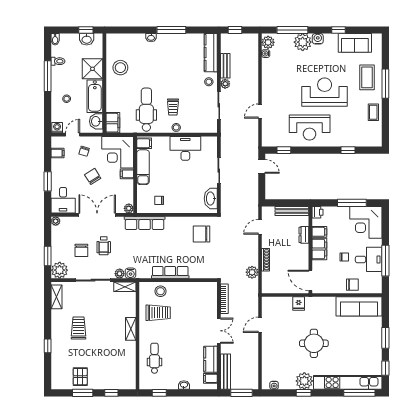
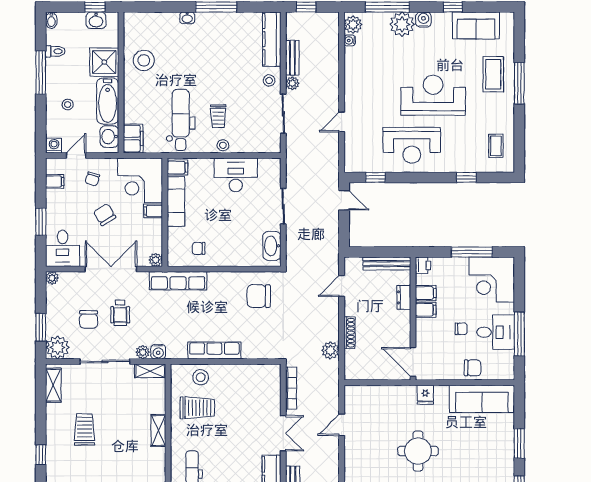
coffee table: (373, 112) -> (496, 146), moved
filing cabinet: (319, 249) -> (426, 310), width x0.50
fridge: (299, 304) -> (425, 395), moved

